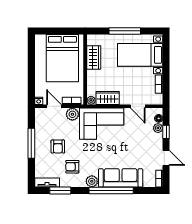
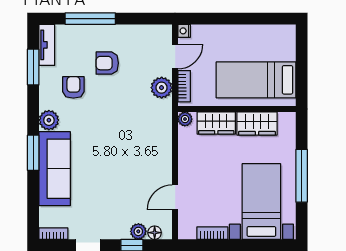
bed: (62, 58) -> (256, 80), width x0.67
wardrobe: (108, 98) -> (216, 123), moved, turned 90
corner sofa: (102, 124) -> (146, 137), removed
window: (31, 143) -> (90, 19), moved
window: (111, 191) -> (33, 153), width x0.47

